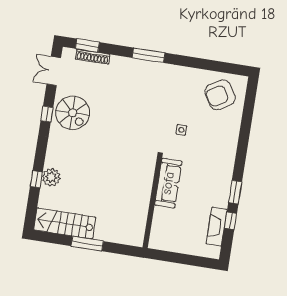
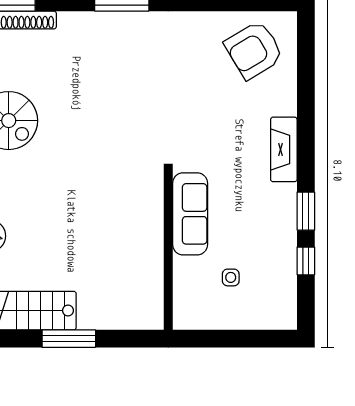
side table: (181, 130) -> (231, 277), moved
fireplace: (217, 227) -> (284, 149), moved

